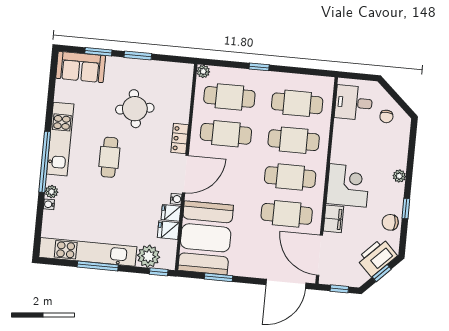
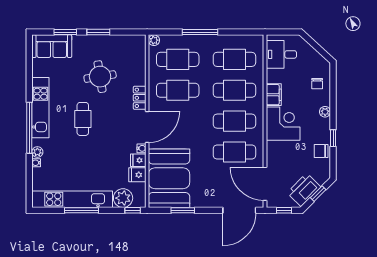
window: (259, 67) -> (200, 32), width x2.17
chair: (386, 116) -> (317, 84), moved
filing cabinet: (333, 219) -> (274, 95), moved
printer: (377, 257) -> (304, 190), moved

